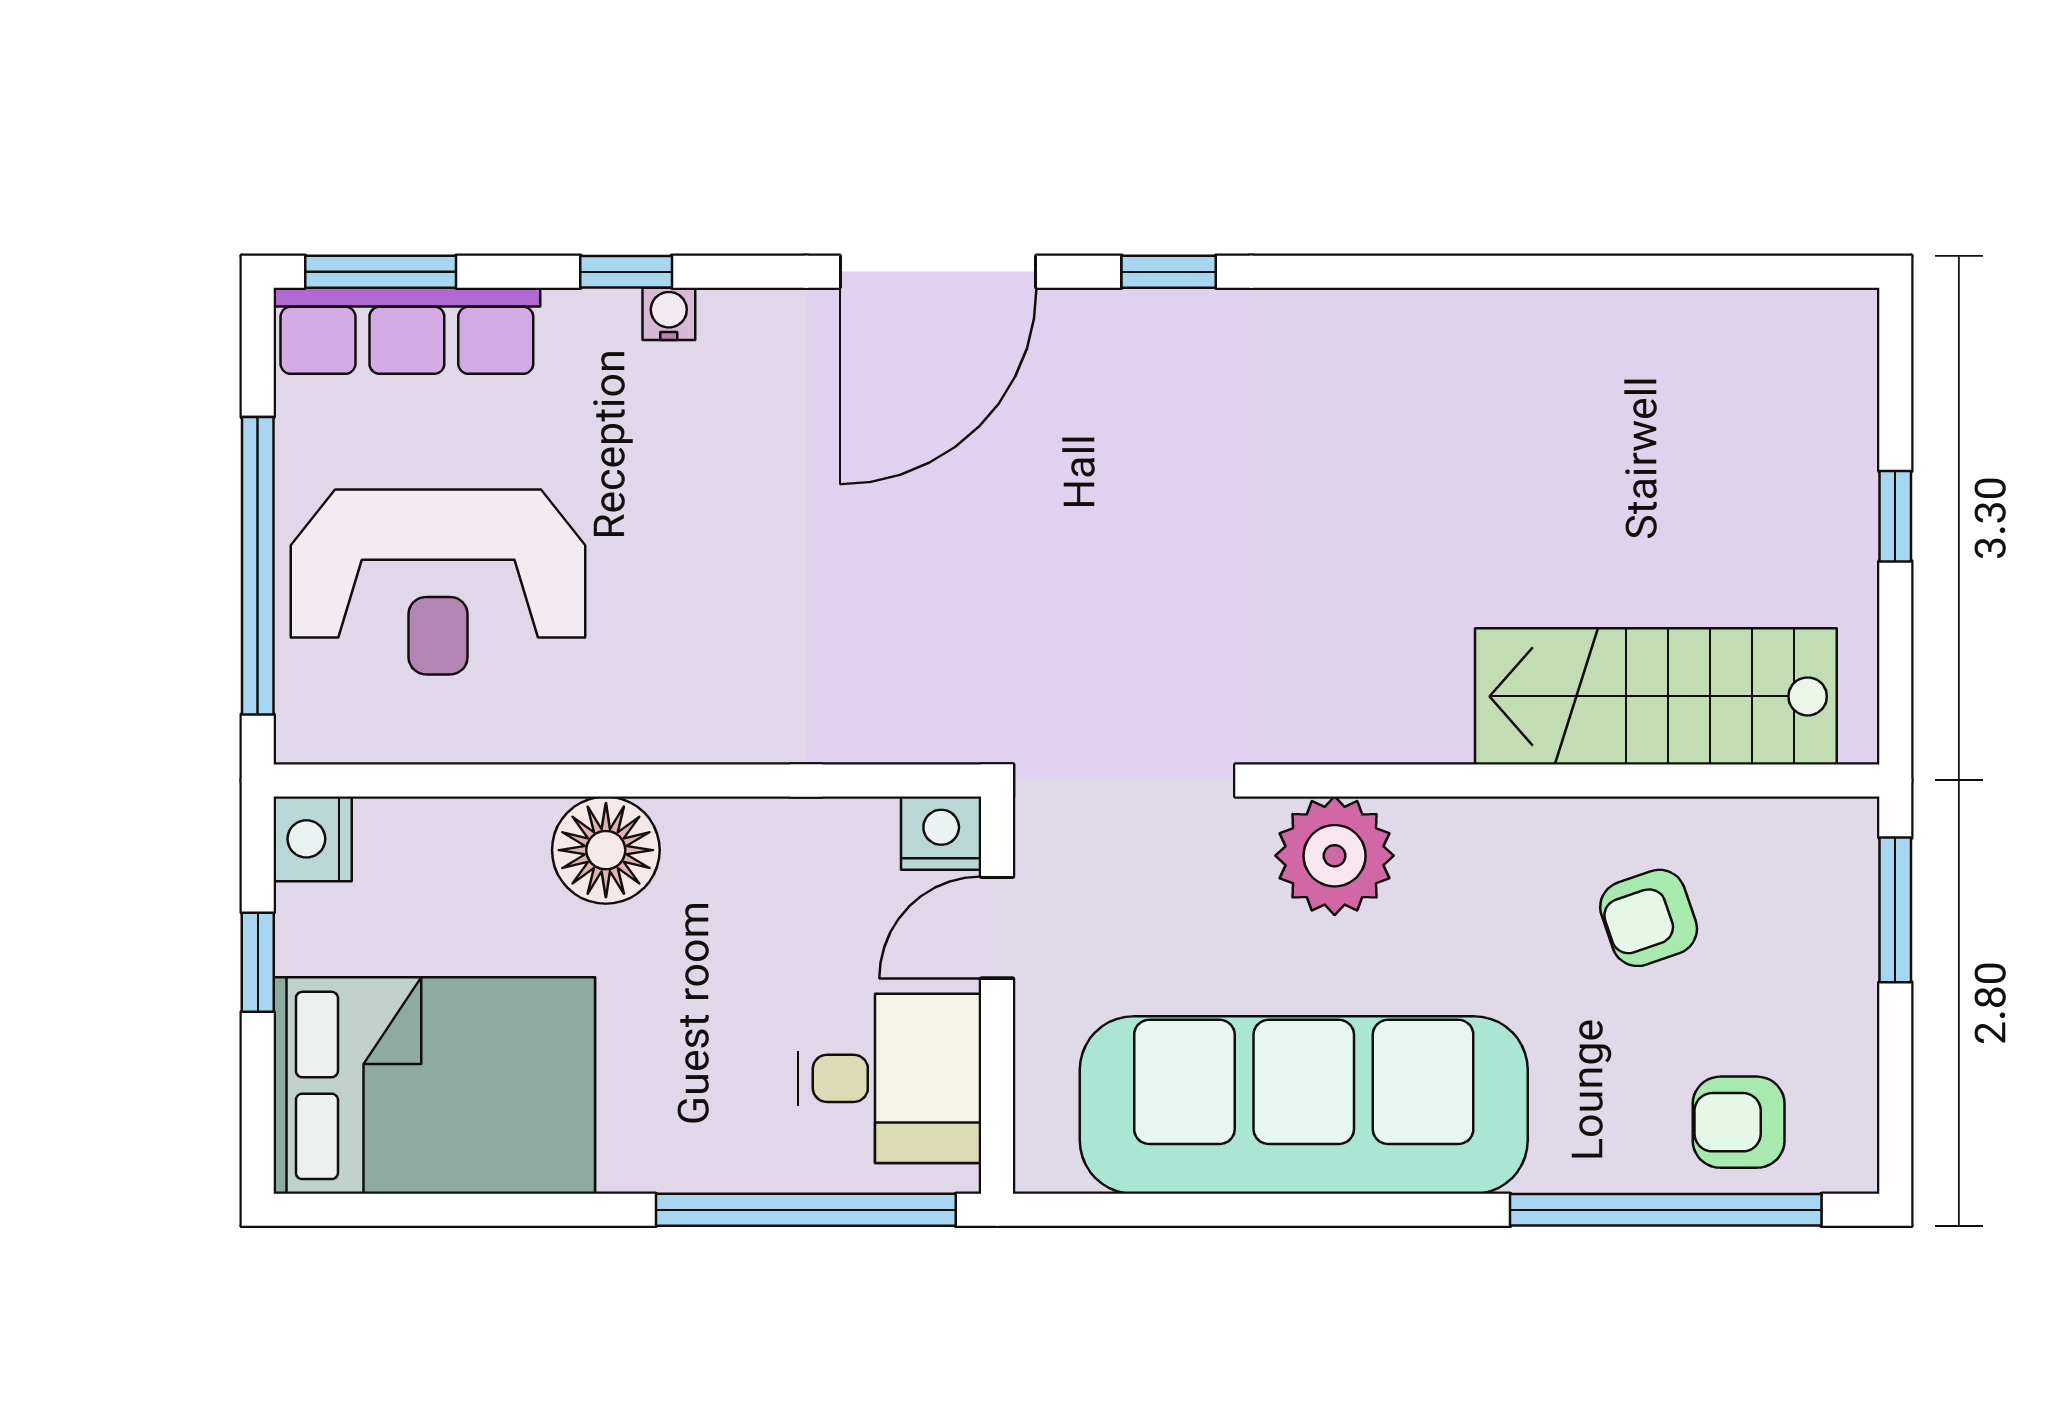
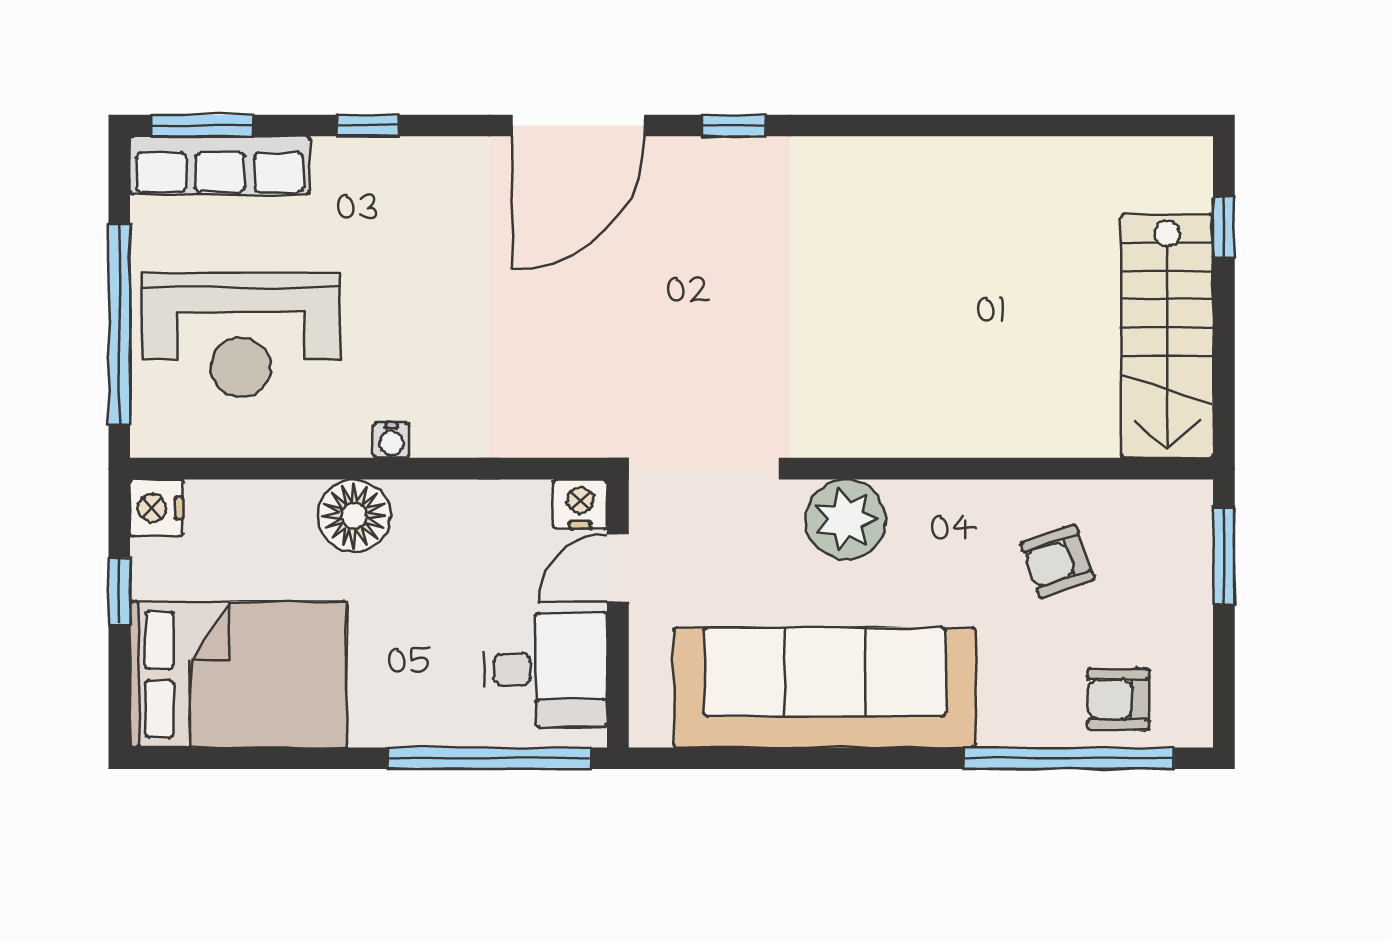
water cooler: (669, 314) -> (391, 440), moved, turned 180
window: (1895, 516) -> (1224, 227), moved
stairs: (1656, 696) -> (1167, 336), moved, turned -90

